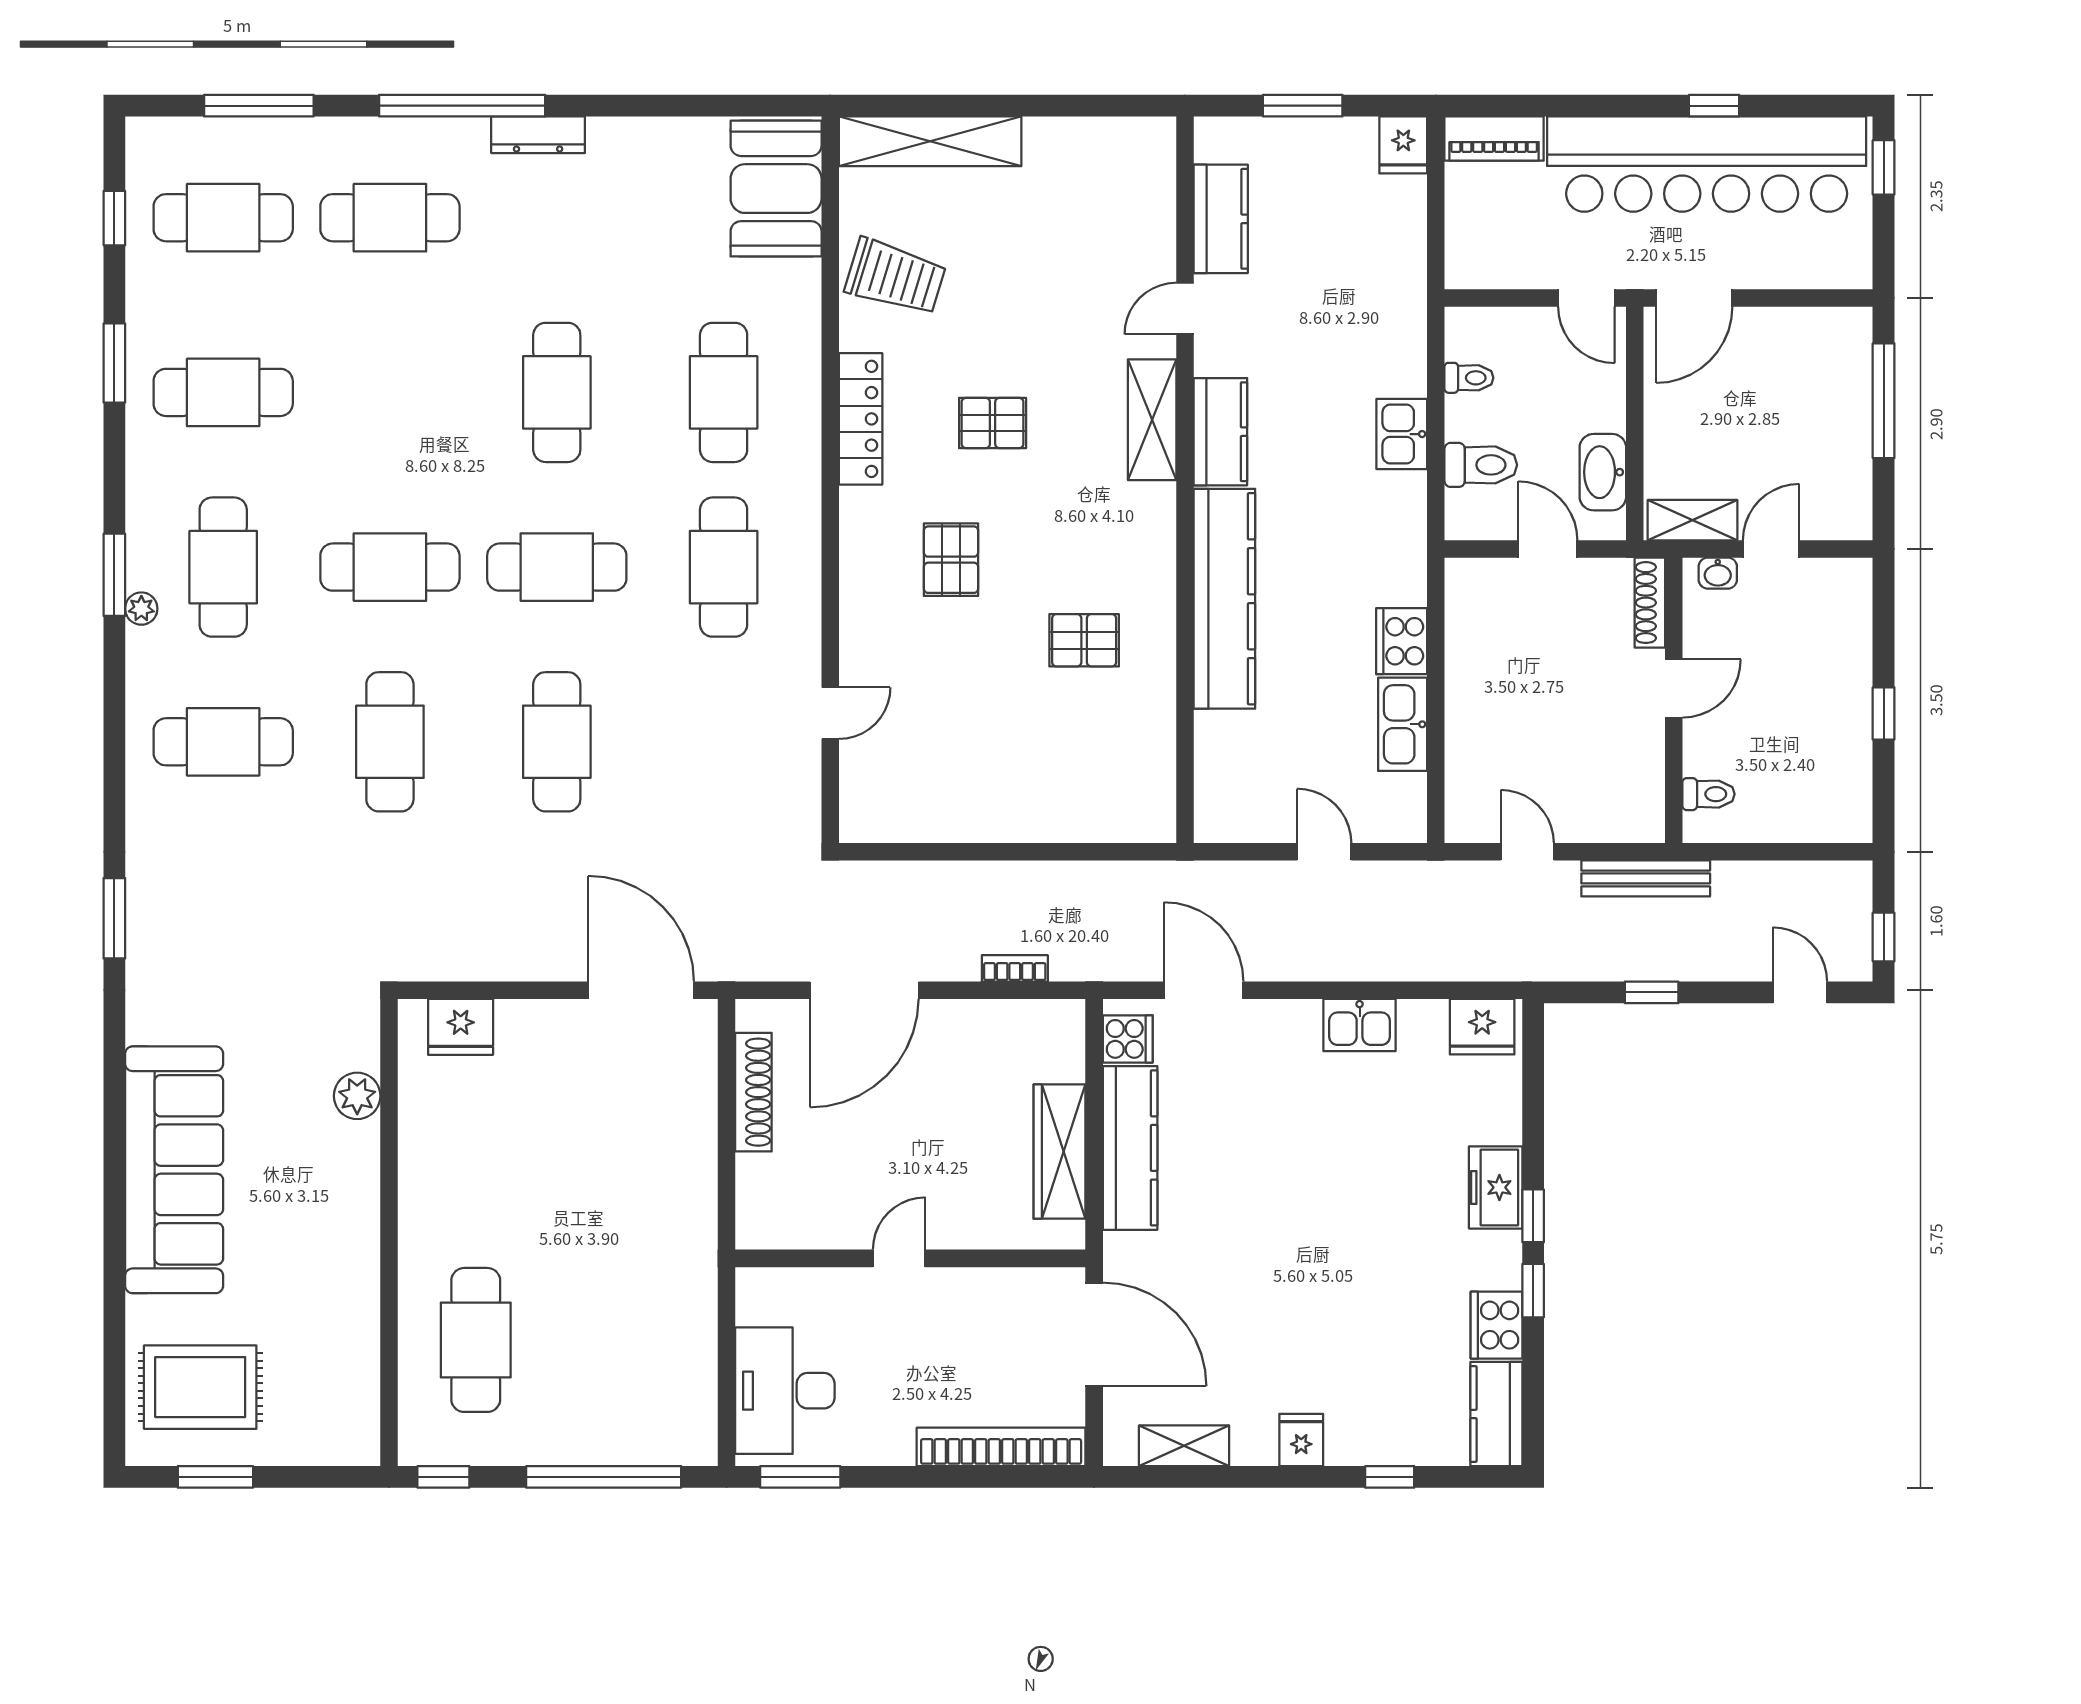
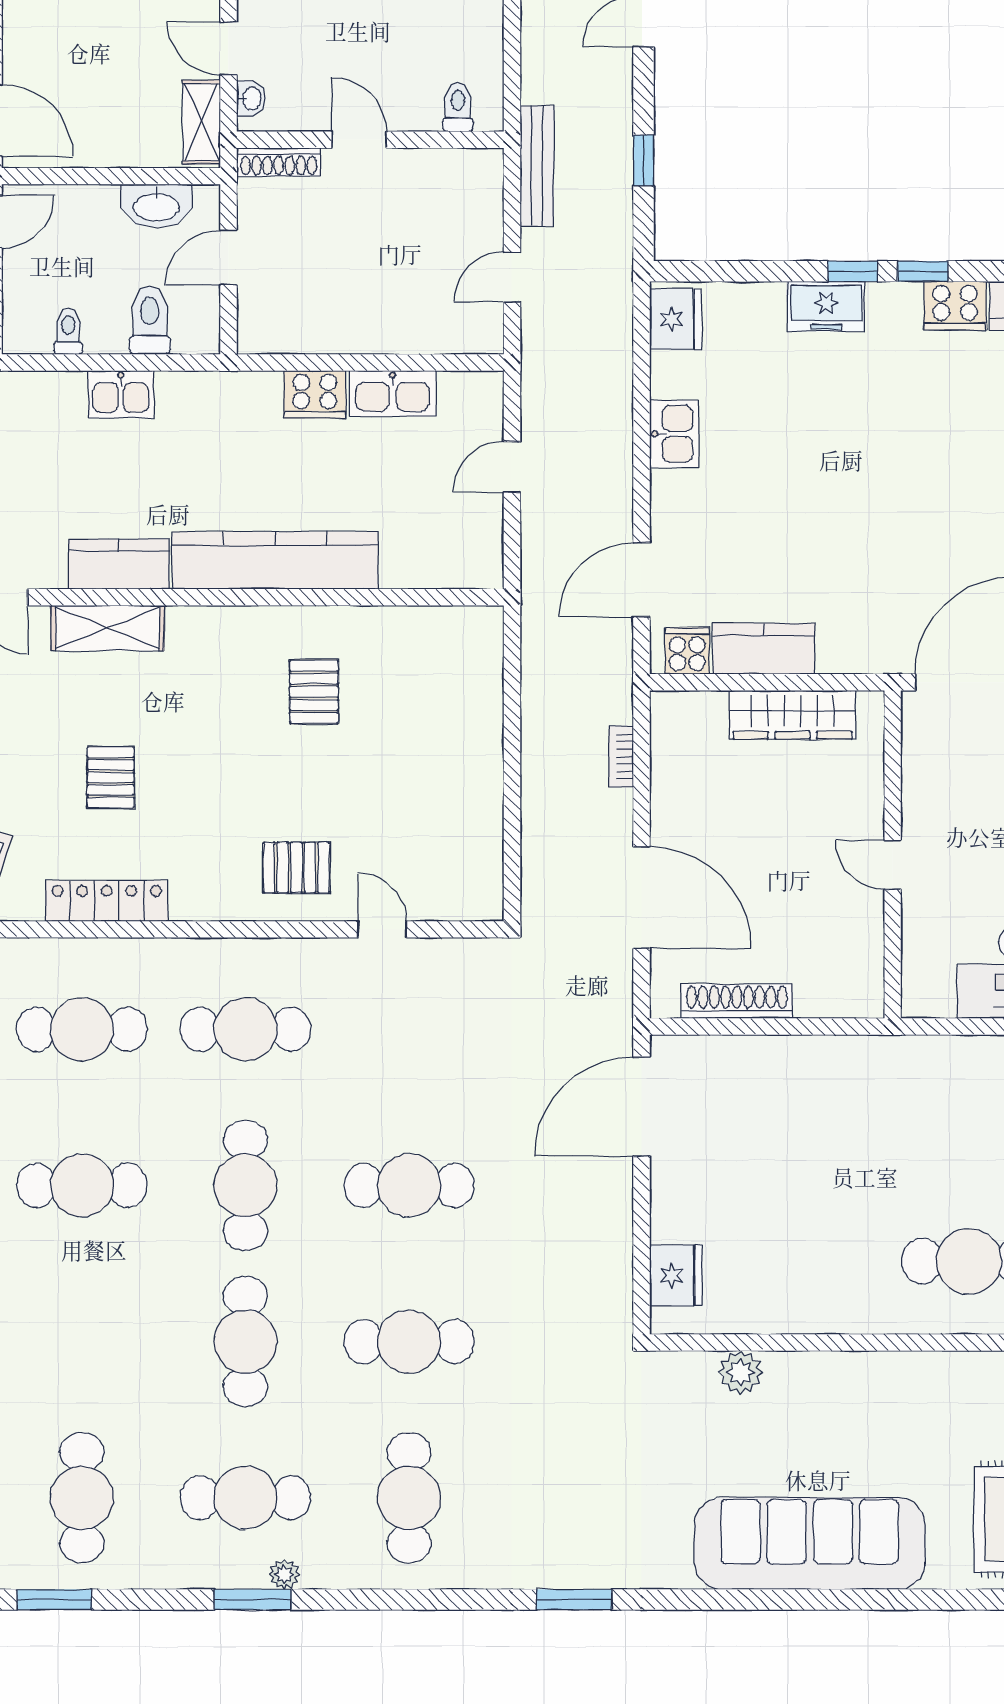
pallet: (951, 560) -> (296, 868), moved
kitchen counter: (1130, 1148) -> (764, 649), width x0.67

